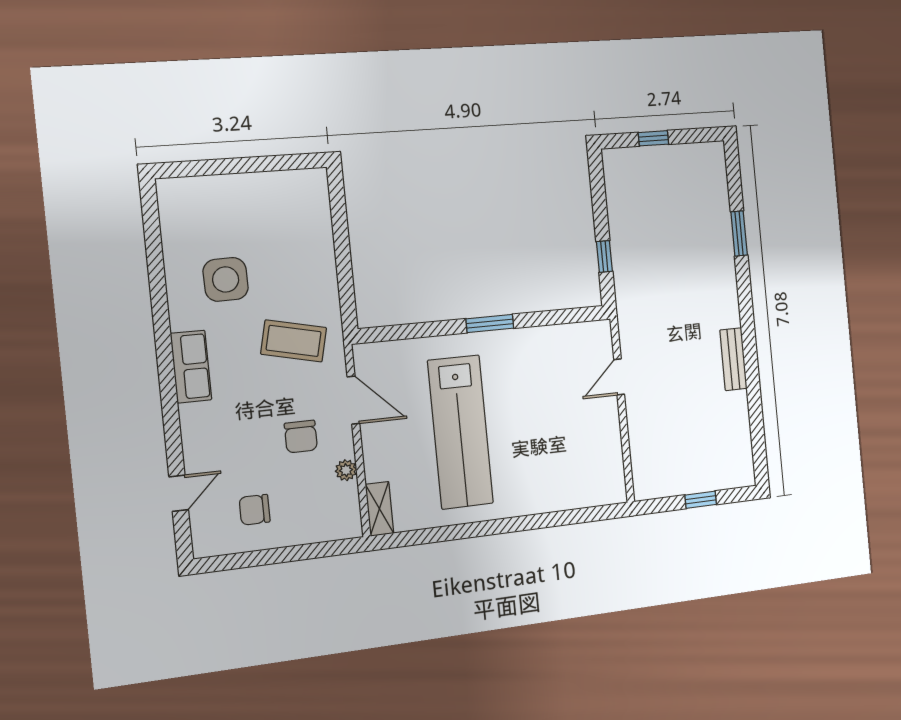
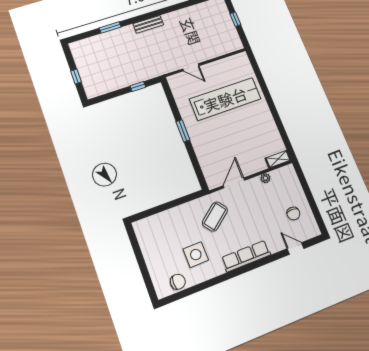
coffee table: (294, 341) -> (215, 216), turned 39
bench: (733, 359) -> (148, 24), moved
row of seats: (191, 367) -> (246, 256), width x1.48
lab bench: (460, 432) -> (225, 99), moved
chair: (301, 437) -> (178, 282), moved

